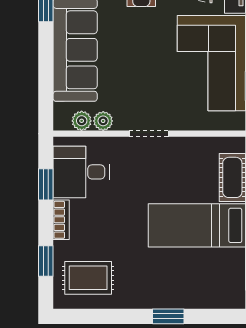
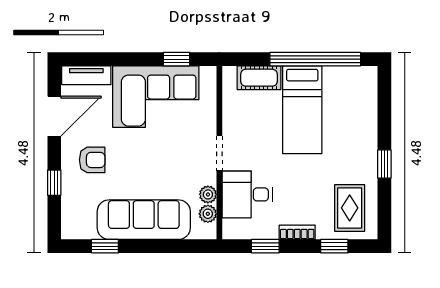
desk: (81, 172) -> (247, 194), moved, turned 90
window: (168, 316) -> (384, 164), moved

